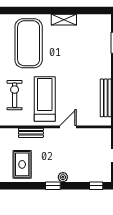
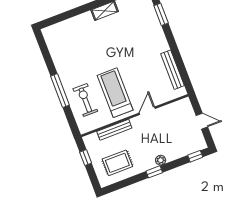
exercise mat: (29, 43) -> (80, 46), removed
bench: (31, 133) -> (114, 130), width x1.36
rug: (22, 164) -> (117, 163), turned 90

